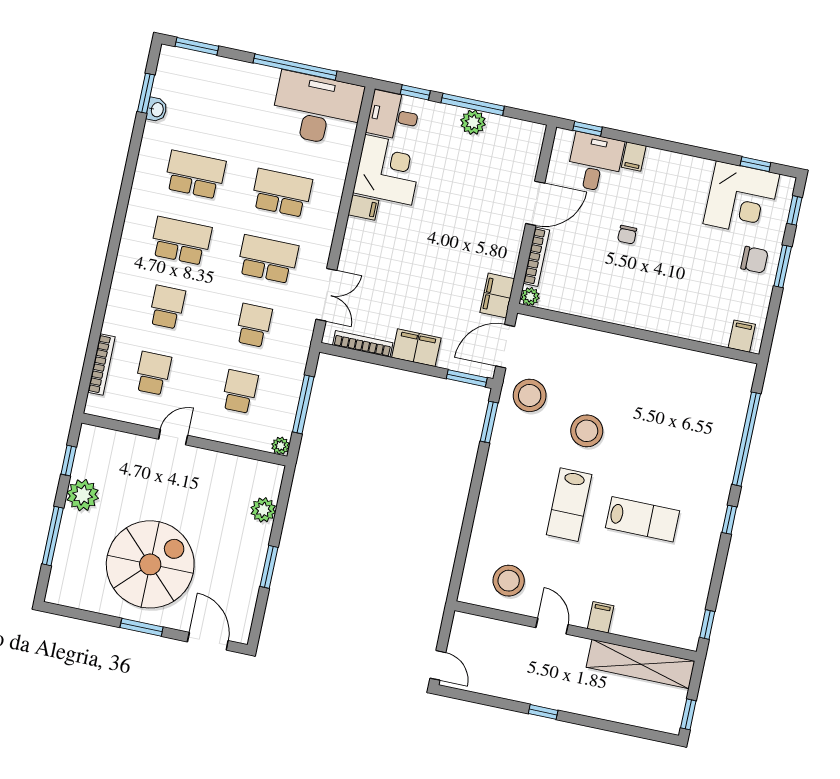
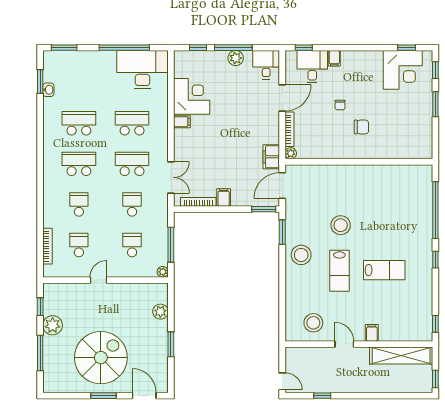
desk: (393, 116) -> (266, 65), moved, turned 90
chair: (754, 260) -> (361, 127), moved
filing cabinet: (742, 336) -> (420, 150), removed
filing cabinet: (416, 348) -> (224, 197), width x0.50
stool: (530, 395) -> (301, 255), moved
window: (543, 712) -> (322, 396), moved

